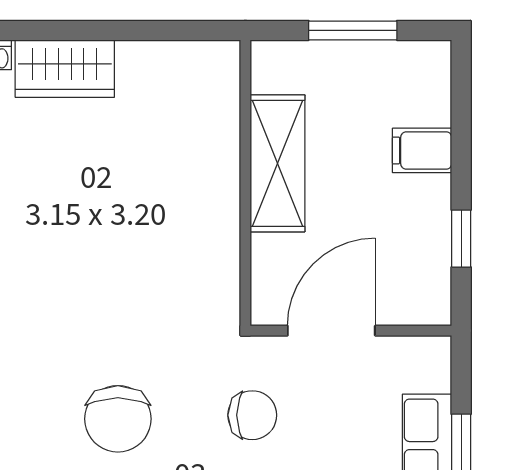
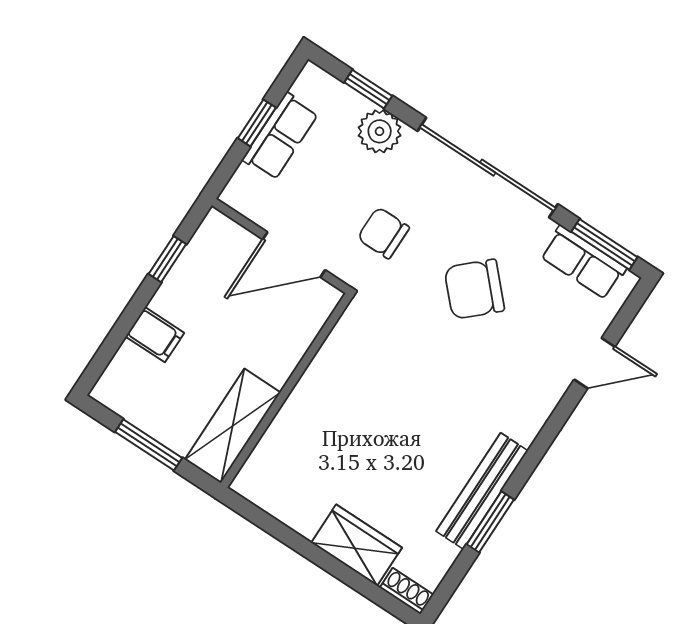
shelving: (277, 163) -> (233, 426), moved
chair: (118, 419) -> (474, 289), turned -133

